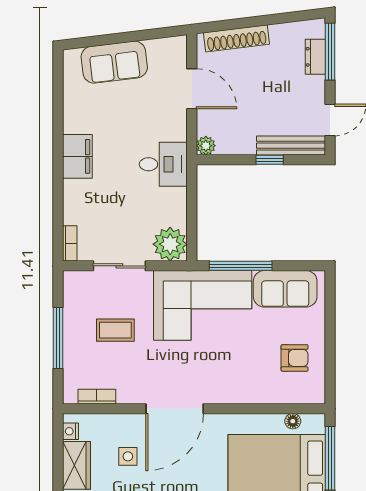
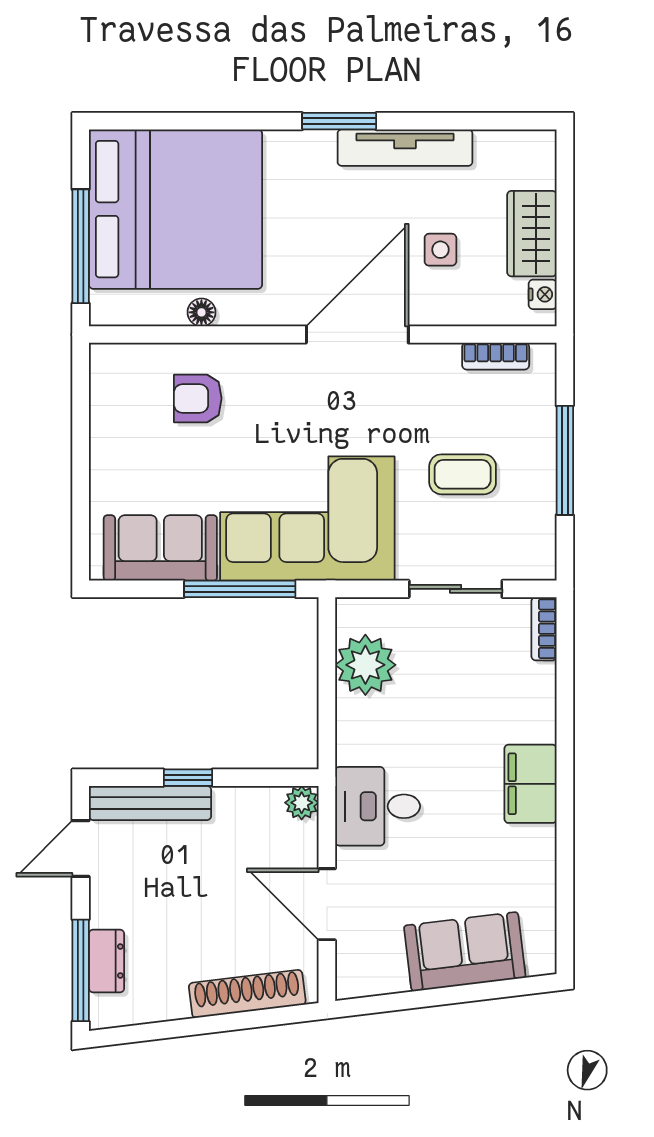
desk: (163, 164) -> (378, 806), moved
plant: (170, 244) -> (365, 665), moved
armchair: (295, 358) -> (198, 398), moved
floor lamp: (293, 421) -> (201, 312), moved

